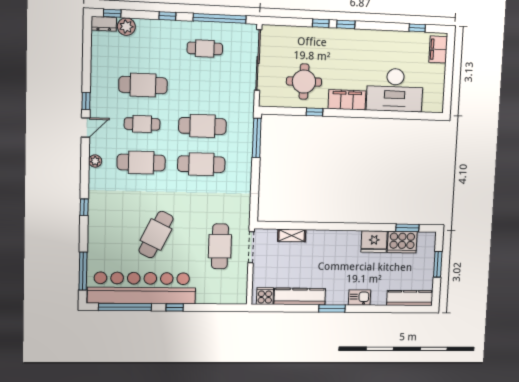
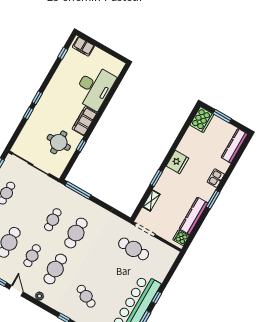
cafe table: (202, 126) -> (53, 220), width x0.73, depth x0.74
window: (407, 228) -> (156, 178), moved
cafe table: (156, 235) -> (86, 296), moved, width x0.73, depth x0.74
fridge: (374, 242) -> (177, 162), moved
cooker: (402, 242) -> (202, 120), moved

